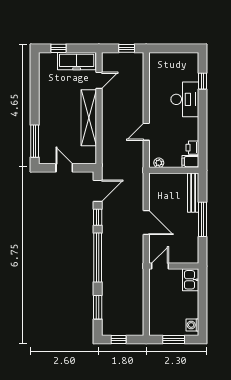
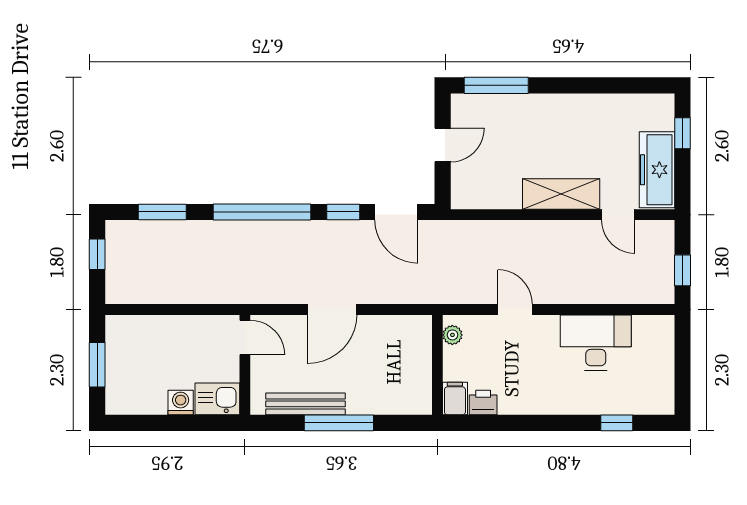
desk: (185, 99) -> (596, 343), moved, turned 180
shelving: (89, 118) -> (561, 194), width x0.68
bench: (193, 193) -> (305, 404), moved
washing machine: (192, 325) -> (181, 403), moved

